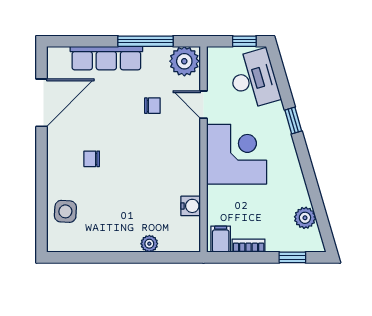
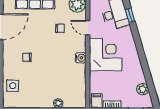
window: (293, 120) -> (130, 15), moved
water cooler: (191, 206) -> (81, 58), moved

